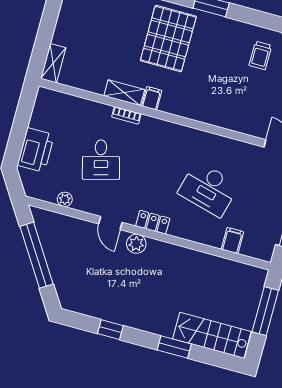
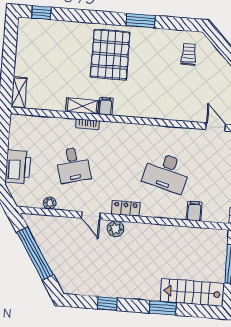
trolley: (260, 56) -> (189, 54), turned 180

